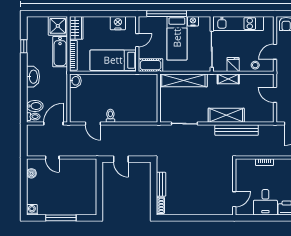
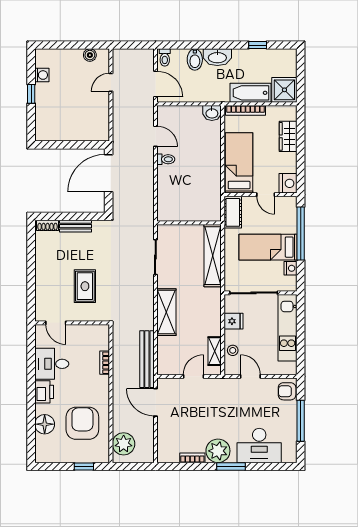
nightstand: (118, 23) -> (288, 183), moved
wardrobe: (76, 28) -> (288, 136), moved, turned 90
shelving: (228, 79) -> (215, 351), moved
bidet: (35, 106) -> (195, 60), moved
door: (93, 124) -> (155, 136), swing flipped
bench: (237, 130) -> (147, 359), moved
door: (121, 159) -> (109, 173), width x1.88
rug: (207, 177) -> (85, 286), added
washing machine: (32, 210) -> (42, 75), moved
window: (61, 218) -> (31, 94), width x0.46

